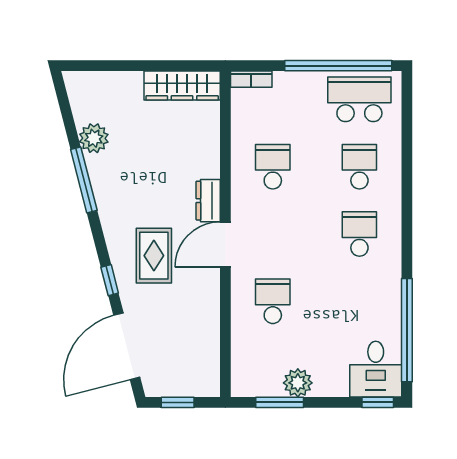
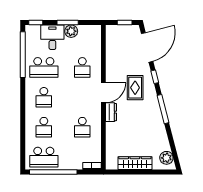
wardrobe: (182, 86) -> (135, 163), moved
plant: (94, 138) -> (166, 158), moved
window: (84, 180) -> (163, 109), moved
school desk: (359, 301) -> (44, 67), added
desk: (376, 369) -> (52, 37), moved
window: (280, 402) -> (68, 23), moved

